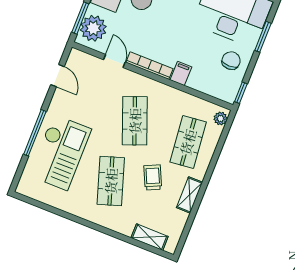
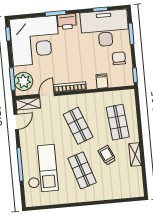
door: (114, 61) -> (47, 95), hinge flipped
filing cabinet: (181, 73) -> (102, 81), moved
door: (58, 76) -> (16, 122), hinge flipped
plant: (221, 119) -> (130, 97), removed
shelving: (150, 237) -> (28, 104), moved

